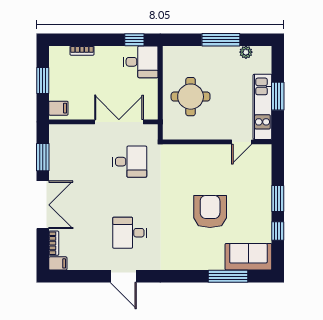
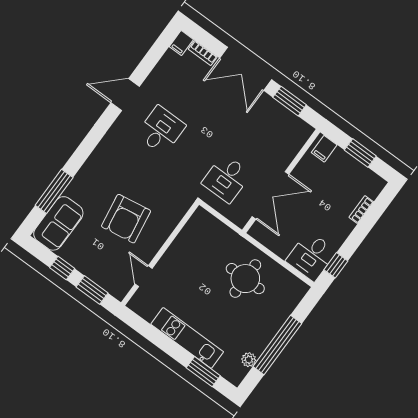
window: (221, 40) -> (277, 345), width x1.46
window: (278, 96) -> (203, 372), moved
wall: (217, 142) -> (160, 254), moved
door: (242, 142) -> (143, 276), moved
armchair: (210, 212) -> (126, 219), turned 81

